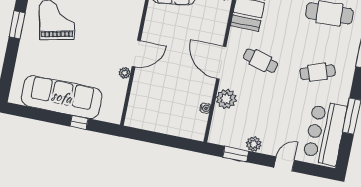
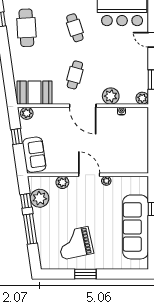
plant: (133, 19) -> (62, 182), added
door: (221, 63) -> (83, 106), hinge flipped
plant: (254, 144) -> (142, 98), moved

